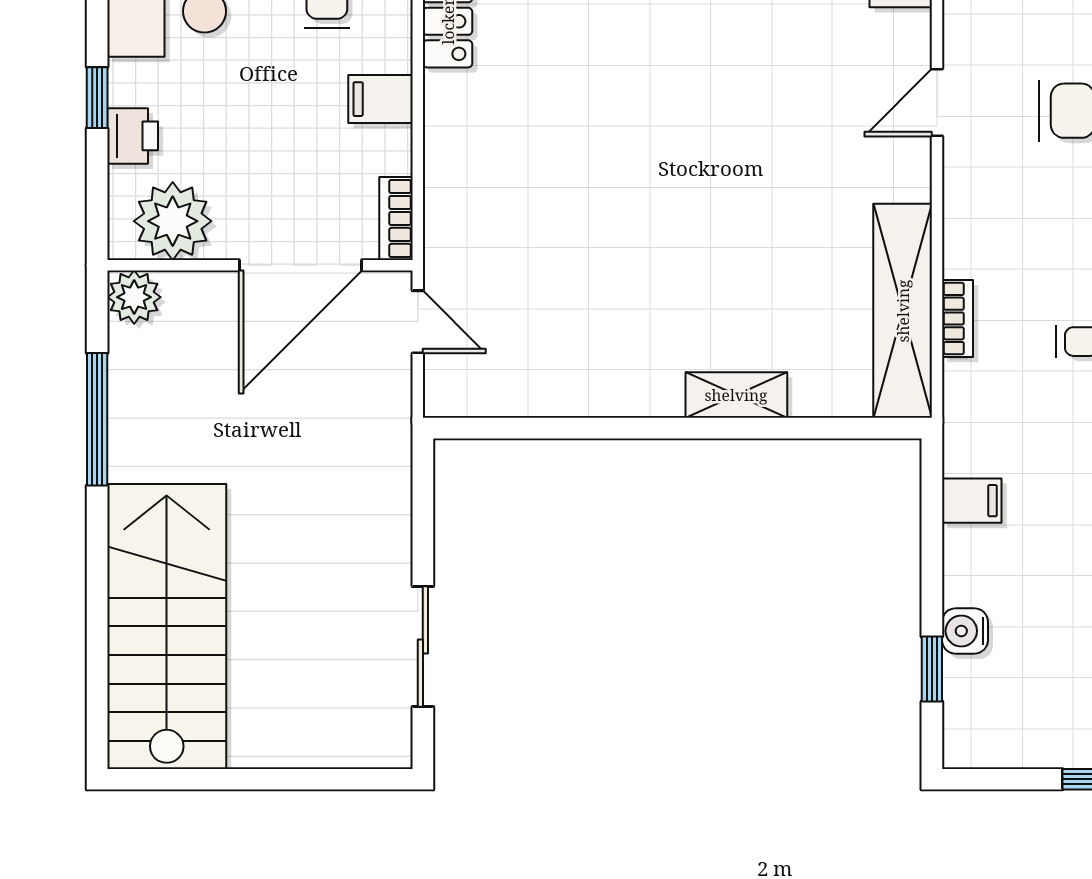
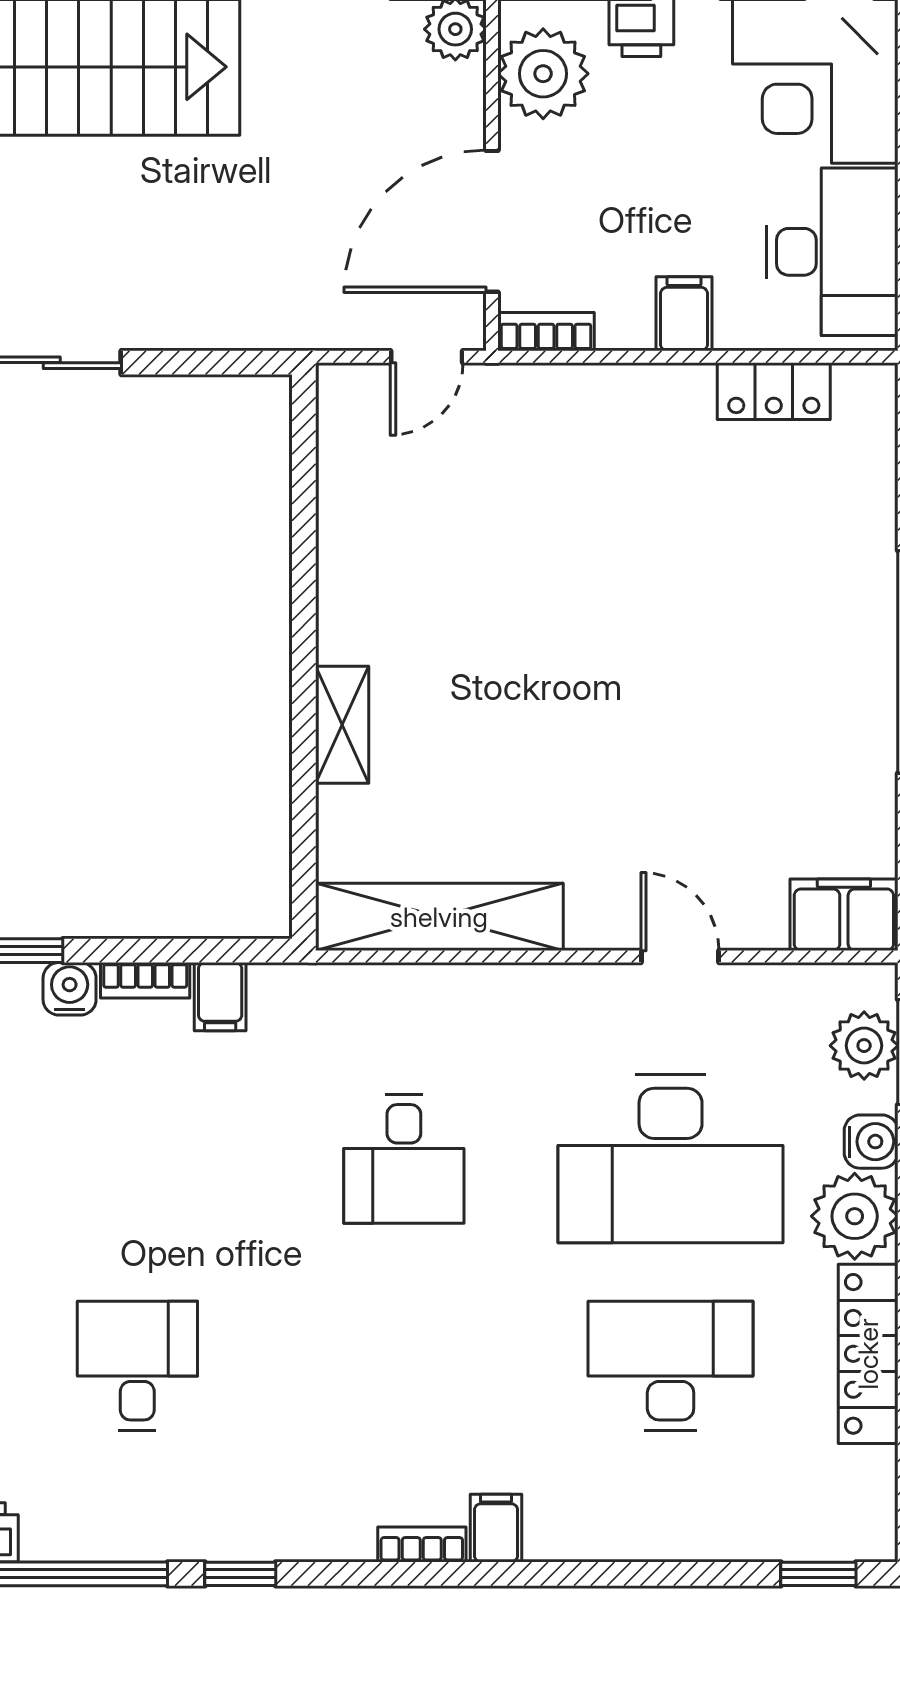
door: (300, 265) -> (492, 221), hinge flipped
bookcase: (957, 318) -> (145, 980), moved

